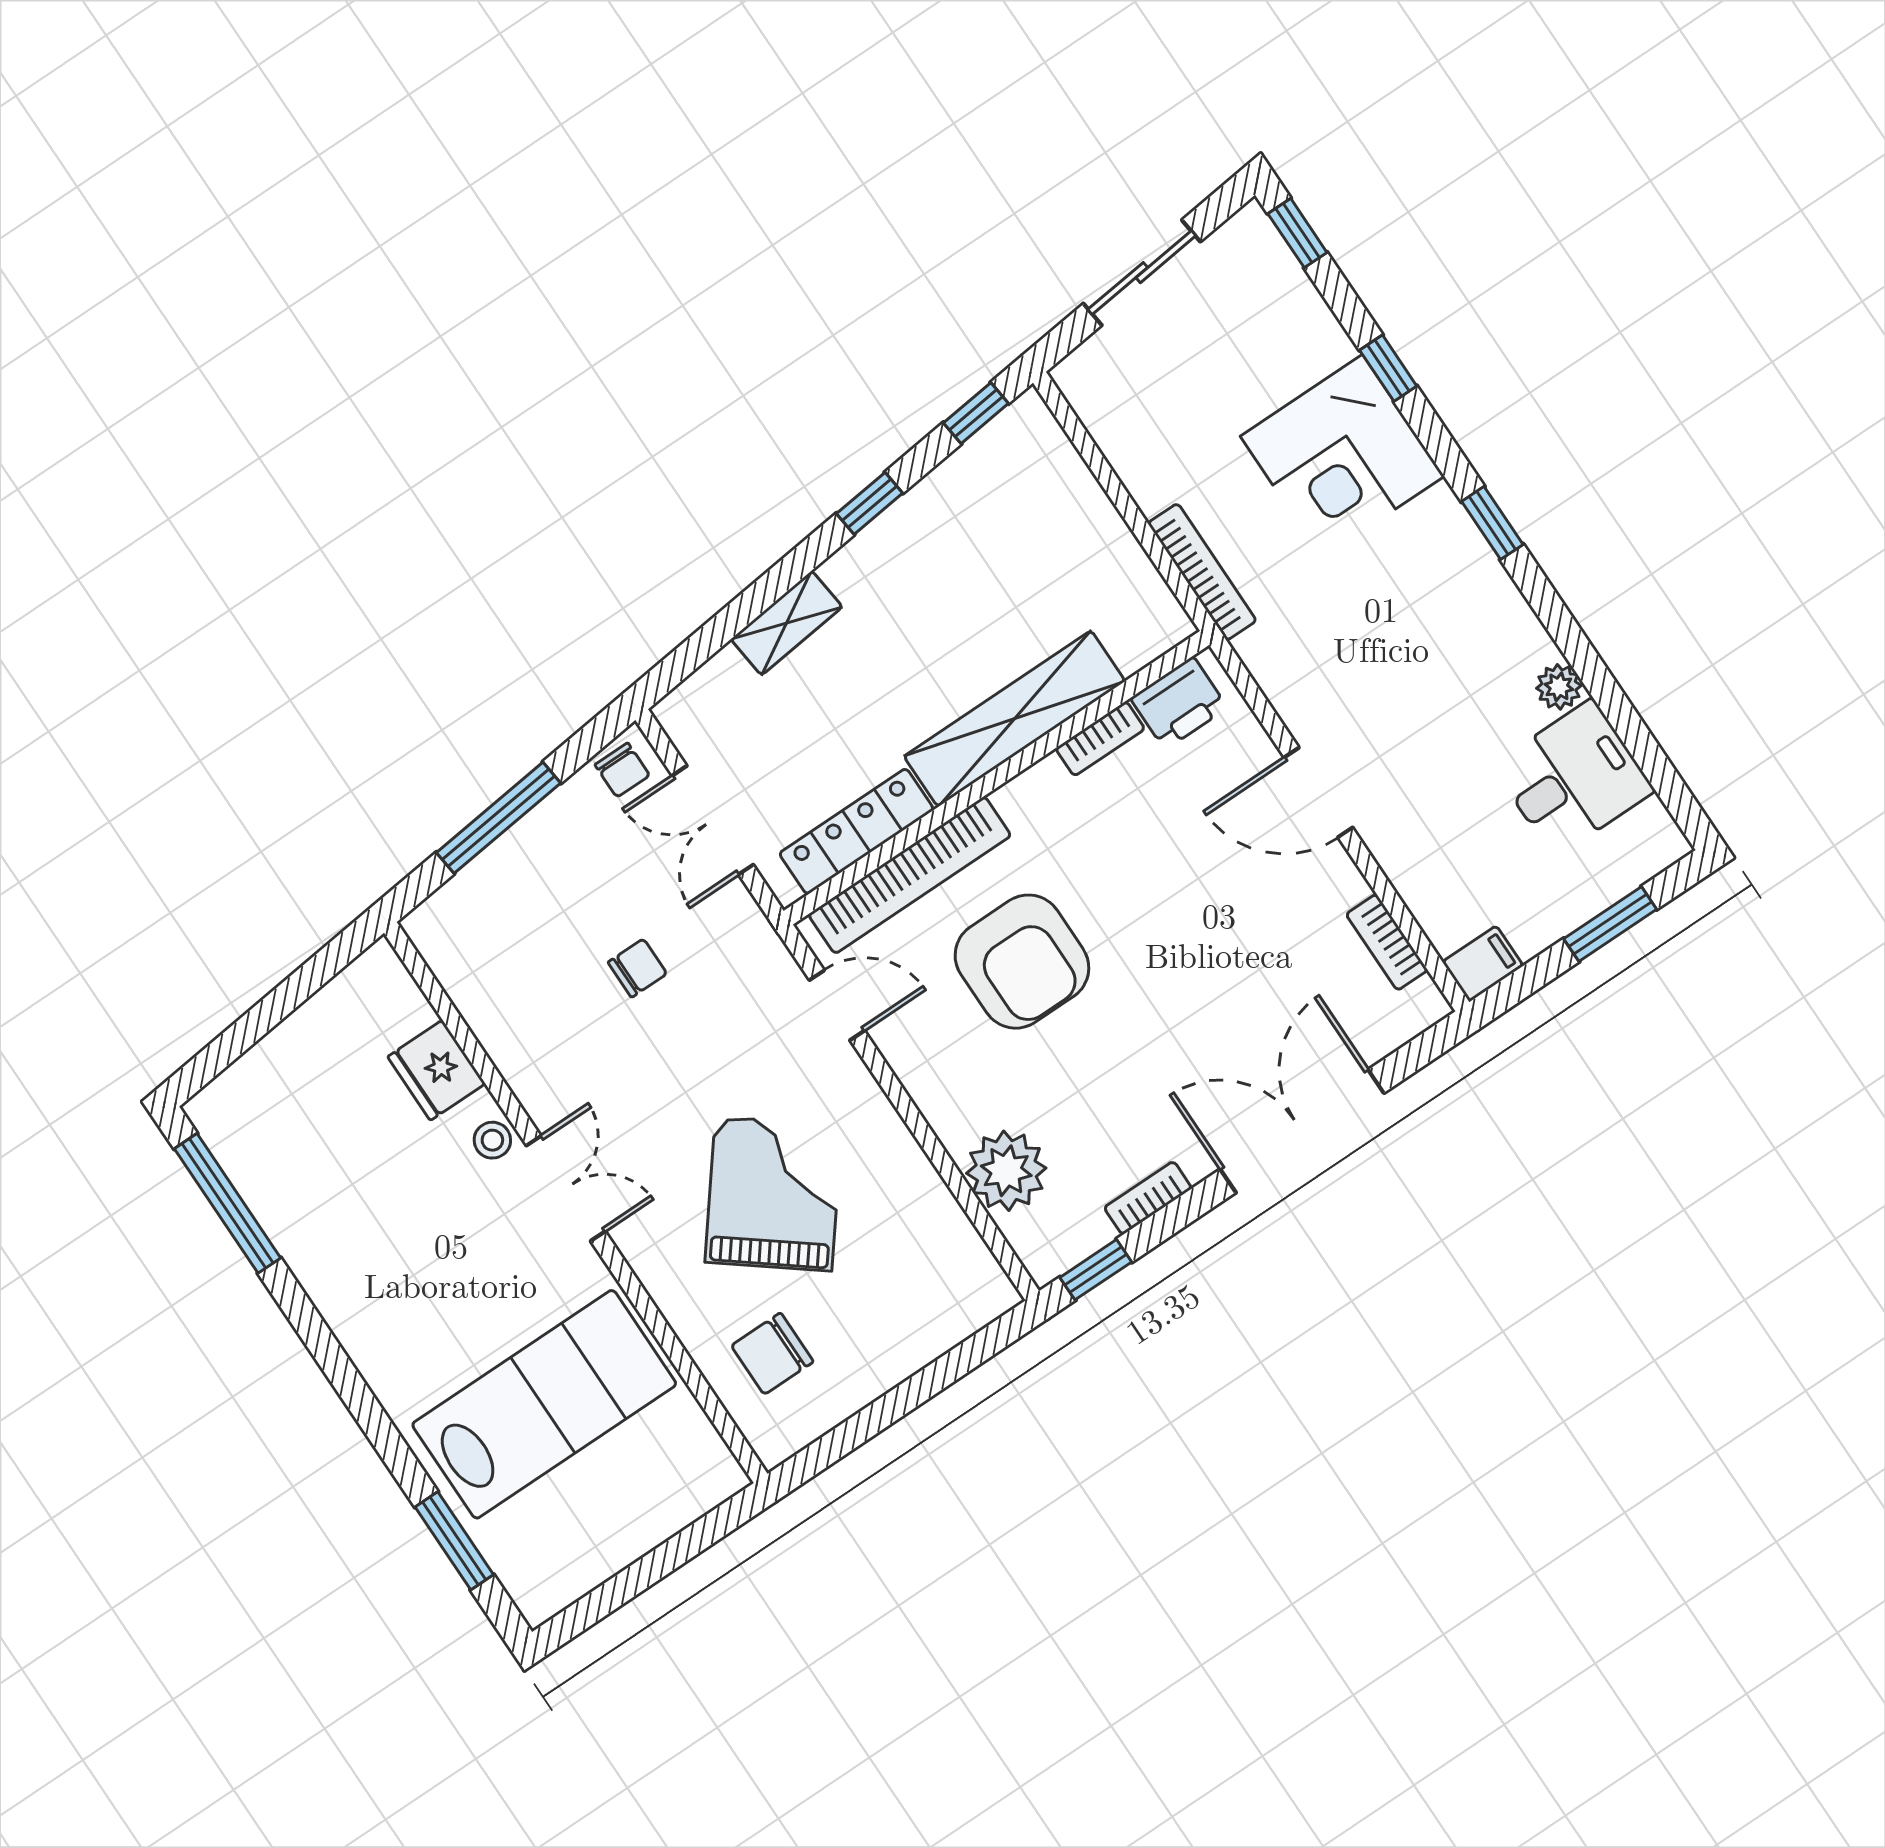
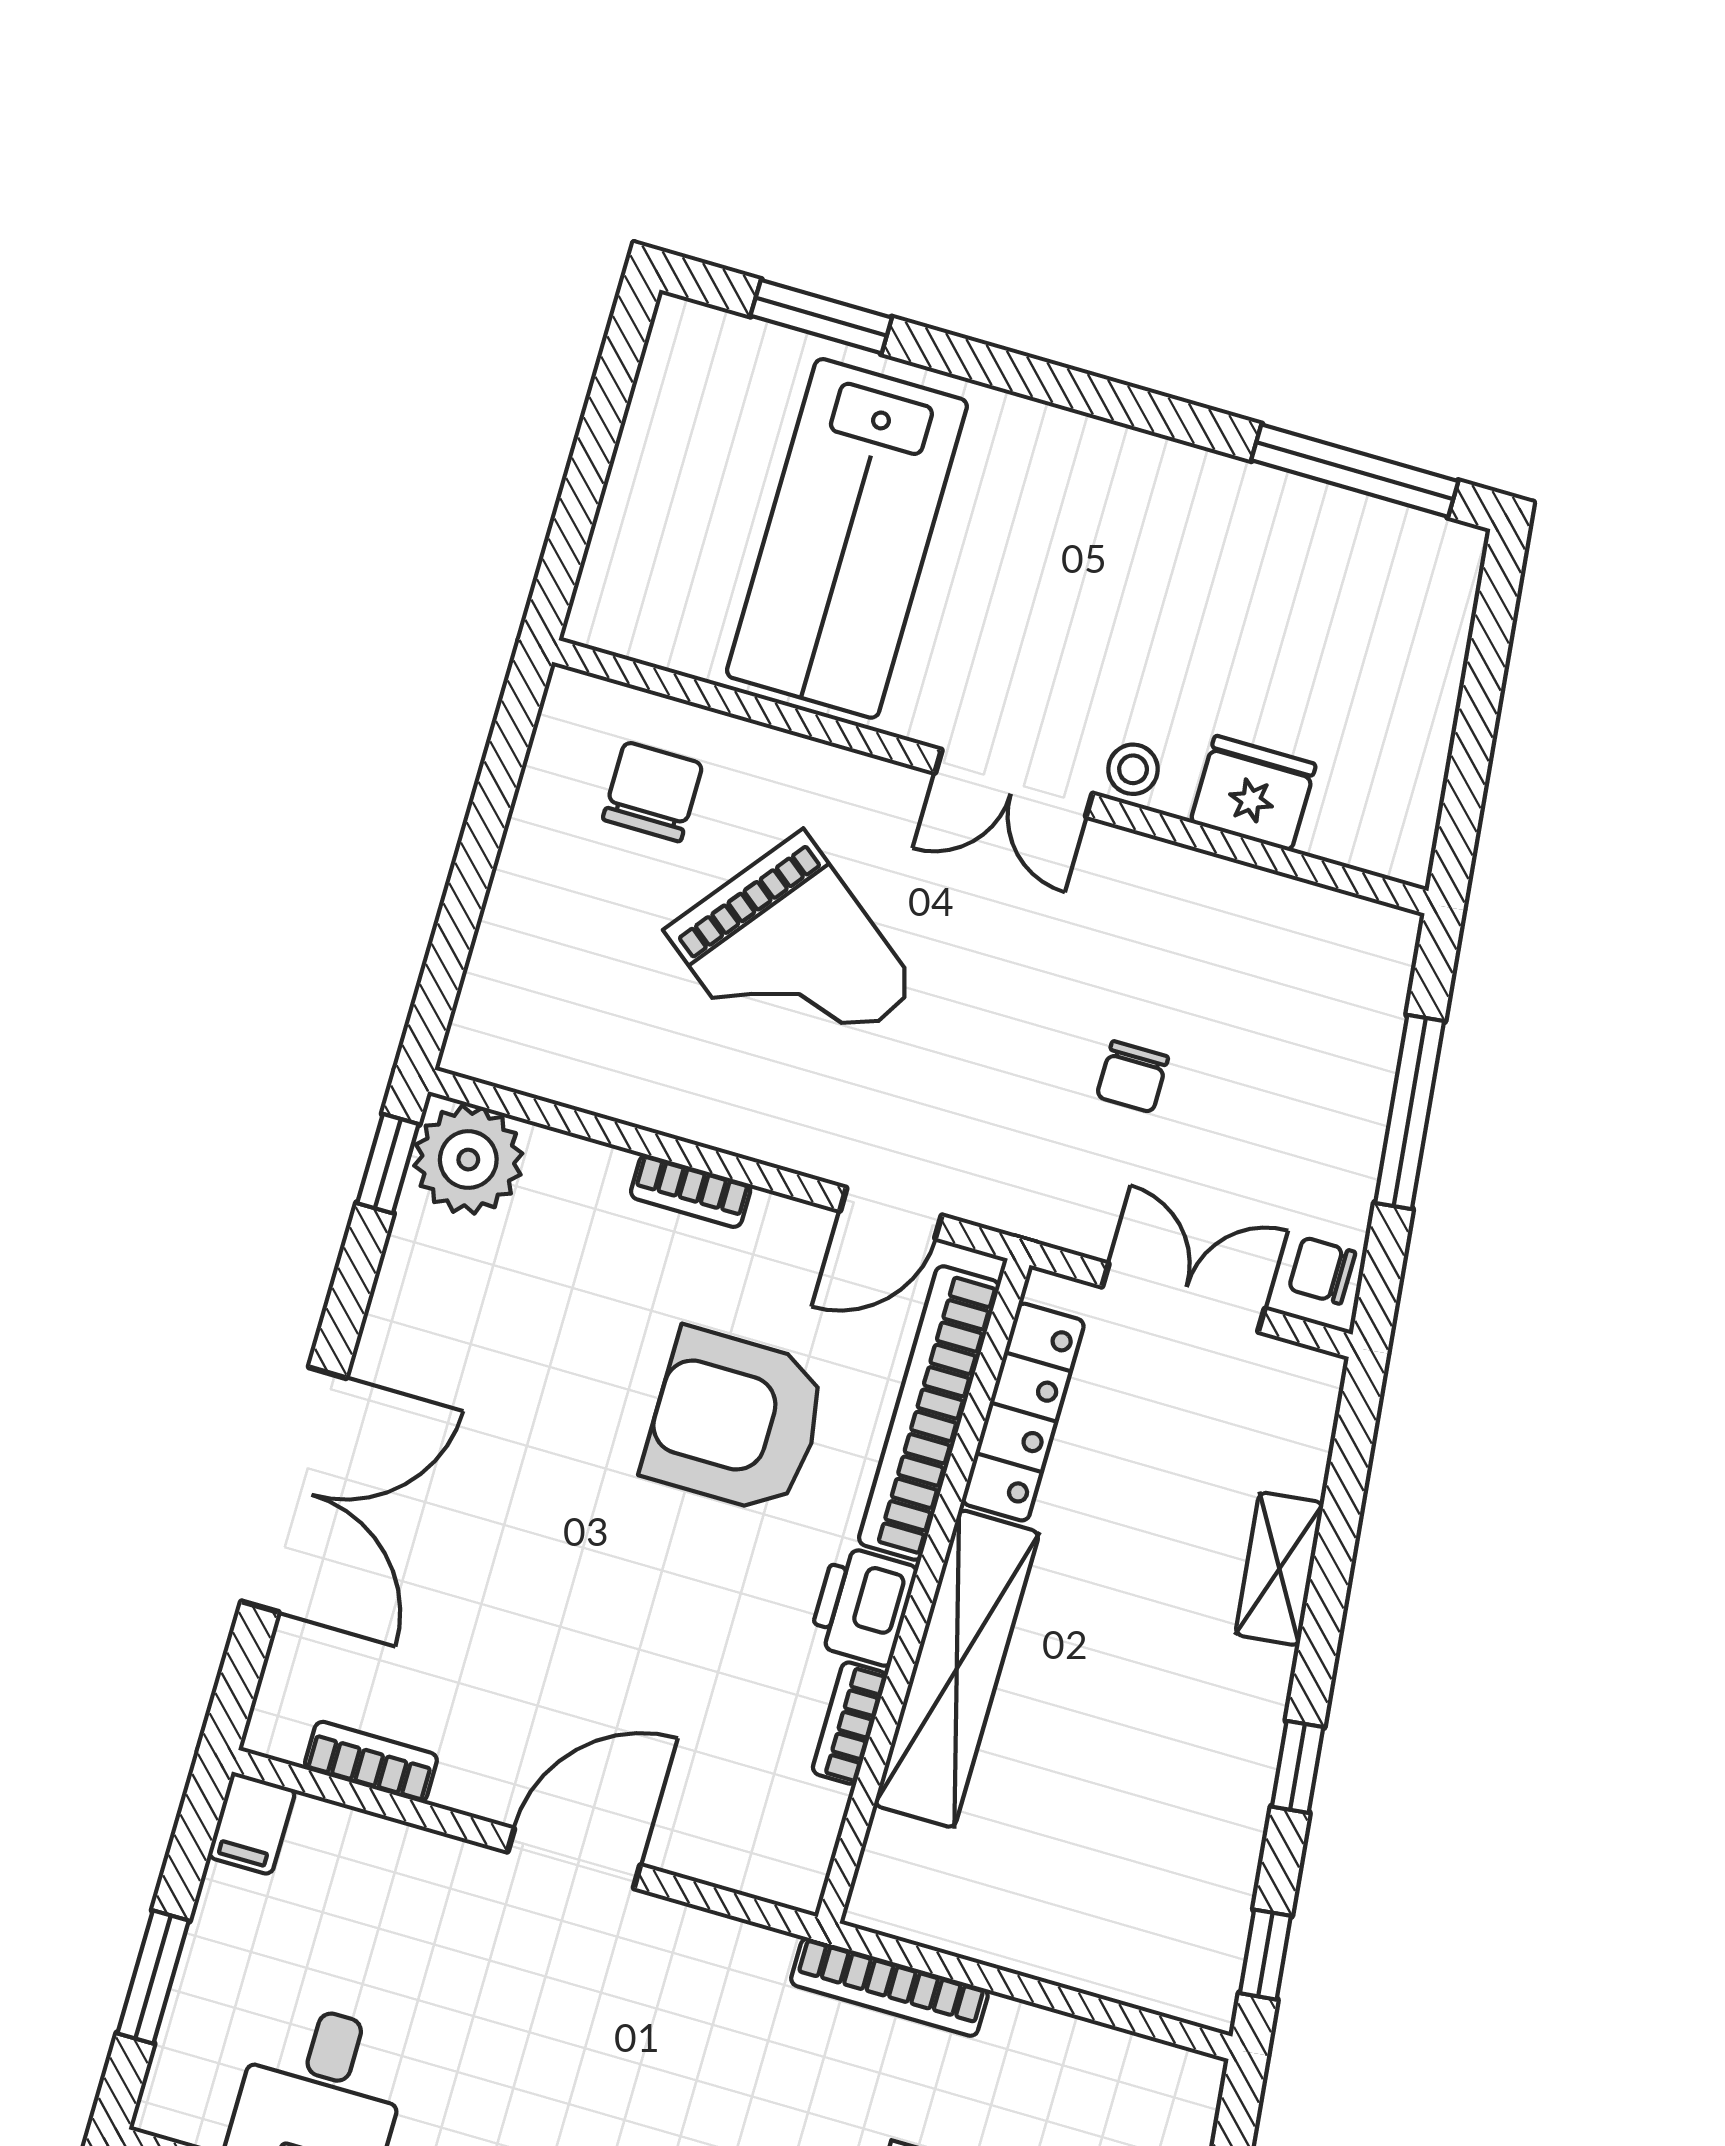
printer: (1179, 703) -> (863, 1606), moved
plant: (1006, 1171) -> (468, 1160), moved
bookcase: (1148, 1198) -> (691, 1191), moved, turned 90

